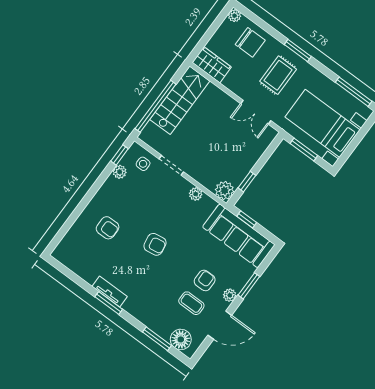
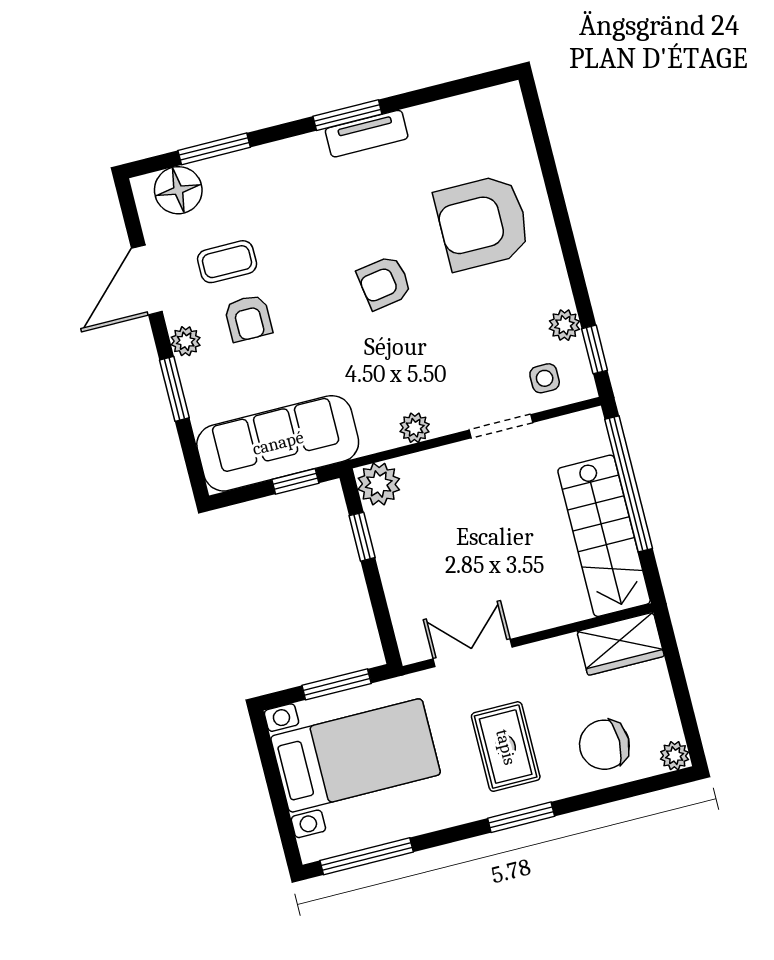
armchair: (108, 228) -> (483, 222), width x1.88, depth x1.88

